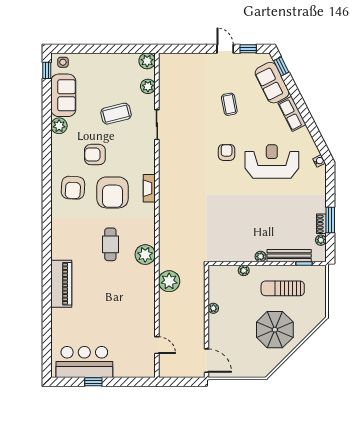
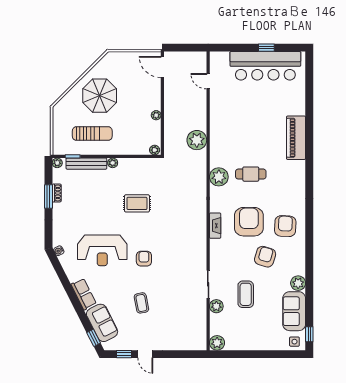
plant: (148, 86) -> (216, 306), moved
coffee table: (116, 114) -> (246, 294), turned -76
armchair: (227, 152) -> (144, 259), turned 180
armchair: (95, 155) -> (265, 257), turned -73
rug: (234, 212) -> (137, 203), added
plant: (321, 240) -> (57, 163), moved
cafe table: (110, 244) -> (251, 174), turned 90
plant: (145, 255) -> (219, 177), moved
plant: (244, 270) -> (155, 150), moved
bar counter: (84, 362) -> (265, 66), width x1.36

